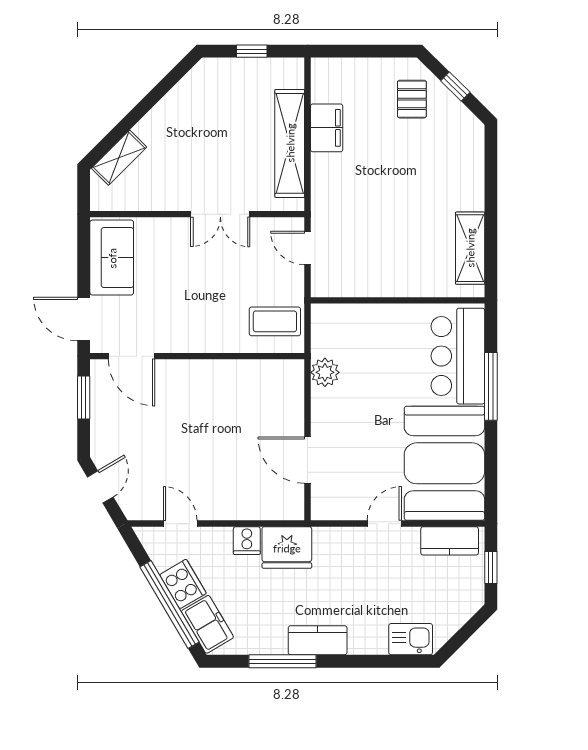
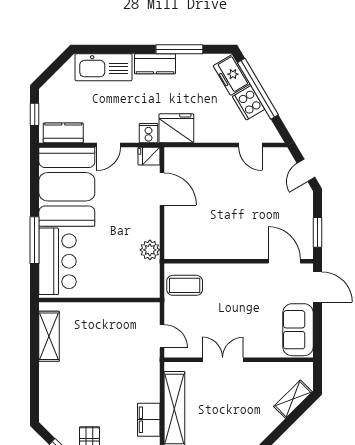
fridge: (326, 507) -> (149, 156), added
cooker: (247, 541) -> (148, 133), moved
kitchen sink: (411, 639) -> (104, 67), width x1.88, depth x1.24

